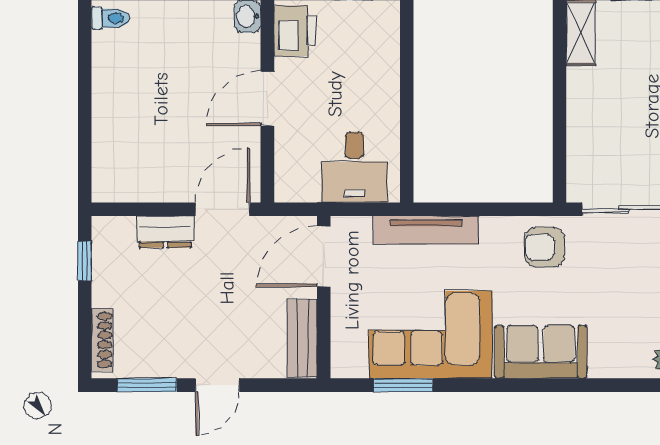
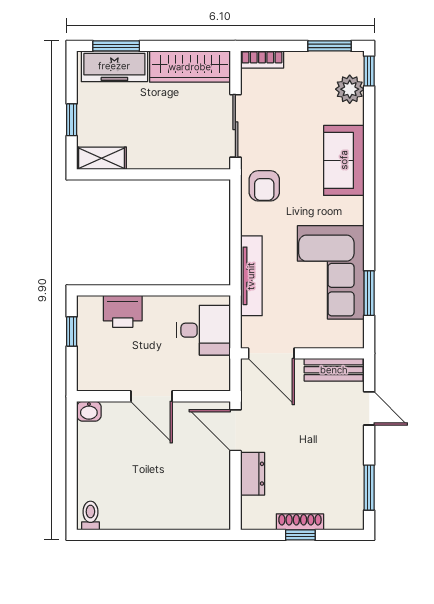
printer: (295, 31) -> (123, 311), moved, turned 180
window: (85, 261) -> (300, 535), moved
shoe rack: (102, 340) -> (300, 522), moved
sofa: (541, 352) -> (344, 160), moved
door: (217, 385) -> (369, 408), moved

